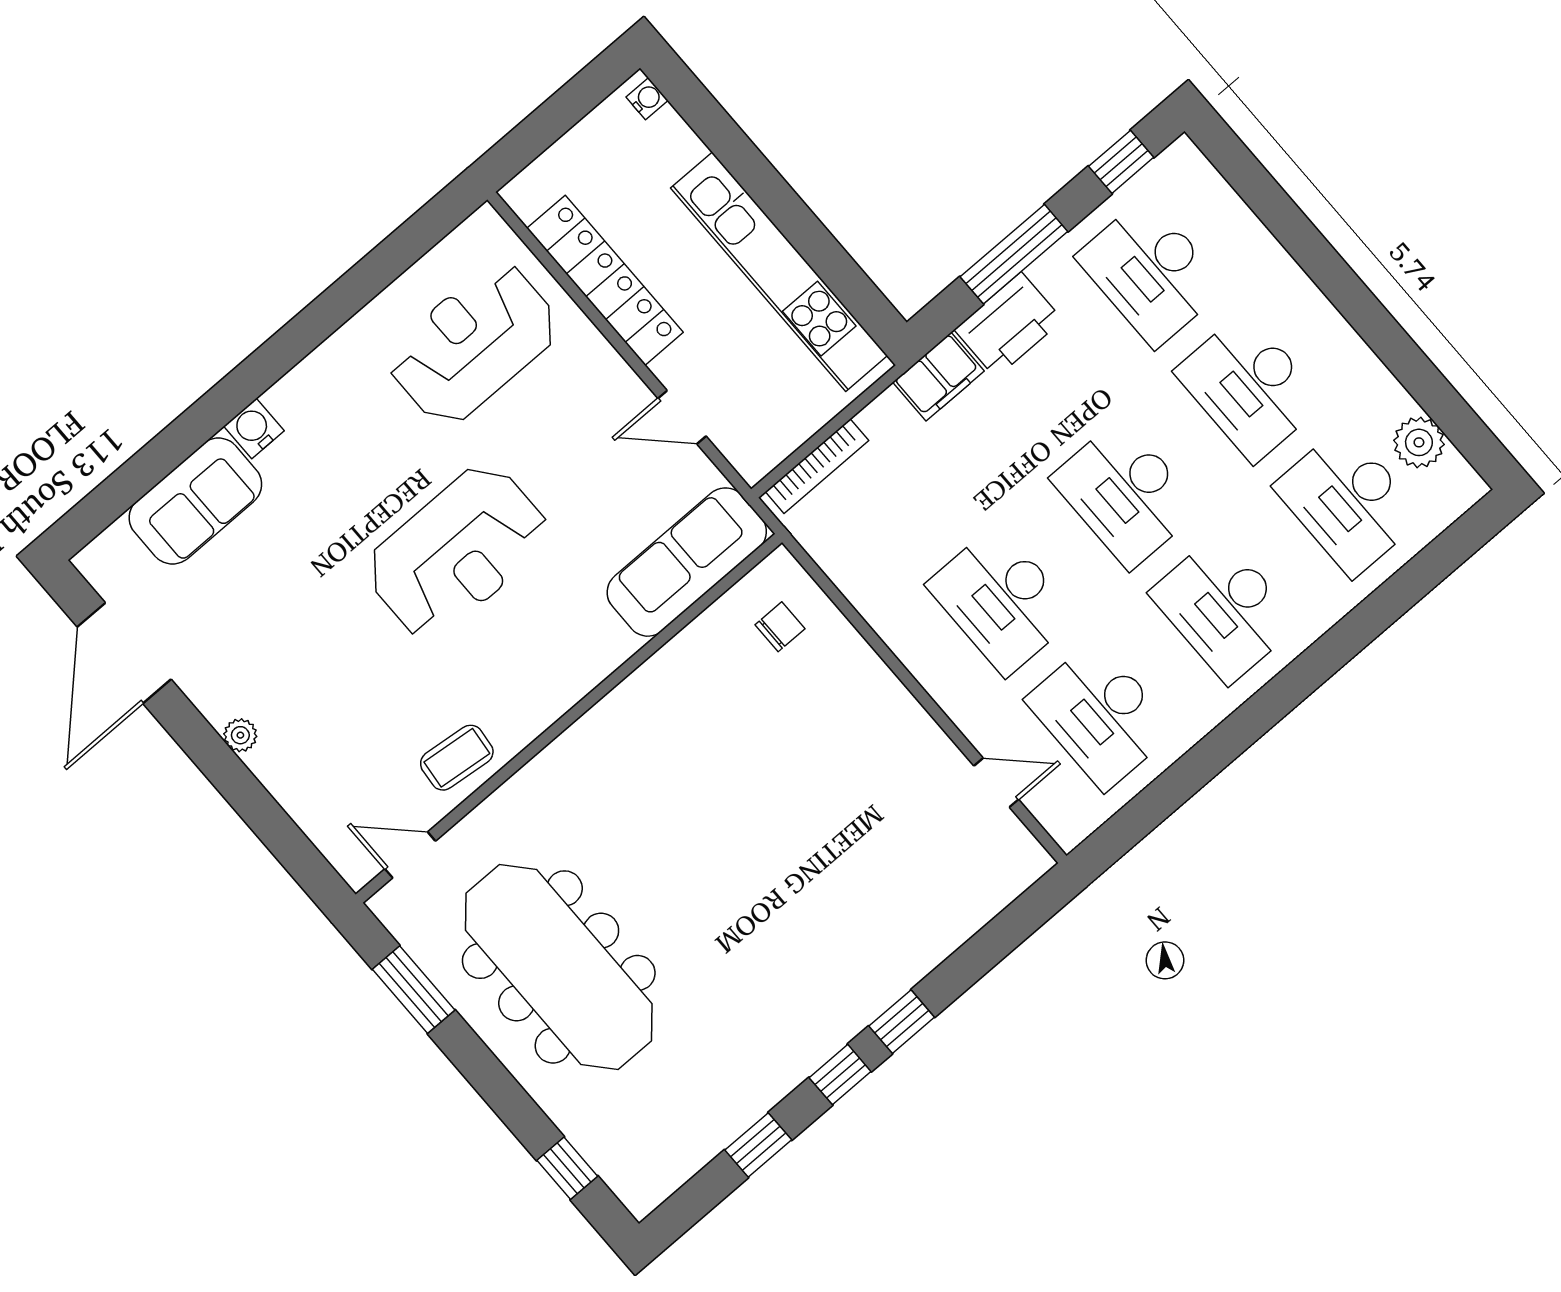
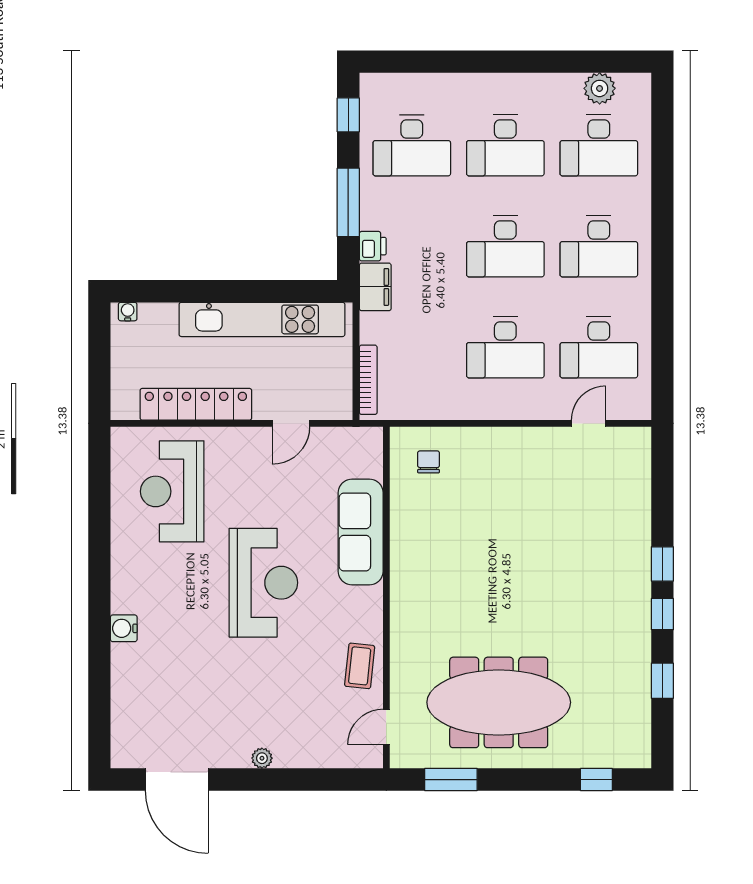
printer: (1008, 325) -> (373, 246), width x0.53, depth x0.68
sofa: (195, 501) -> (134, 685), removed
sofa: (687, 562) -> (361, 532), moved

